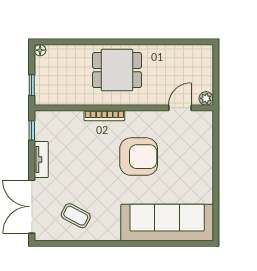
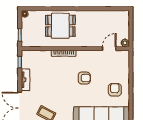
dining table: (117, 70) -> (60, 26), moved
armchair: (139, 157) -> (84, 78), width x0.53, depth x0.53
armchair: (189, 176) -> (115, 90), added

